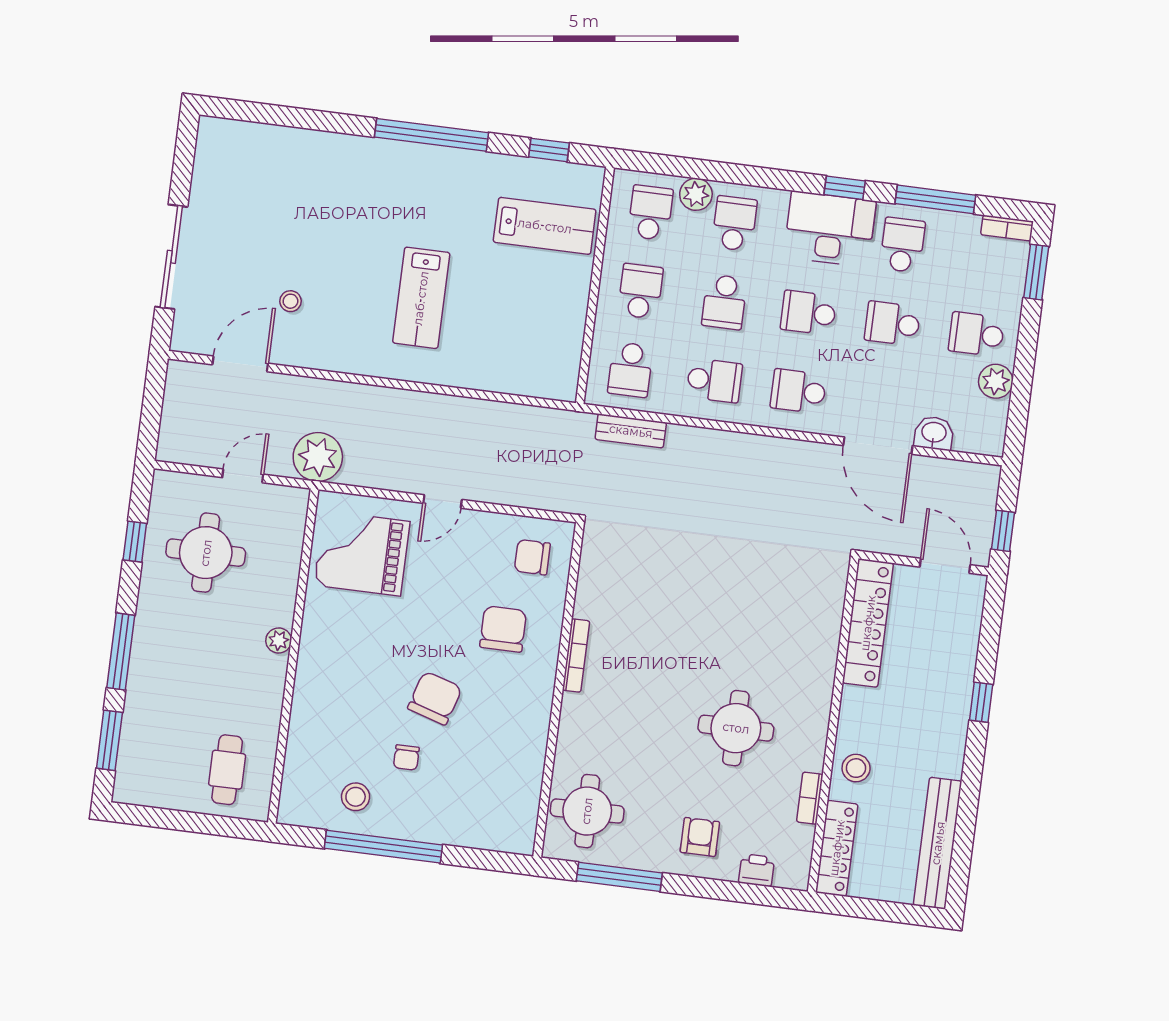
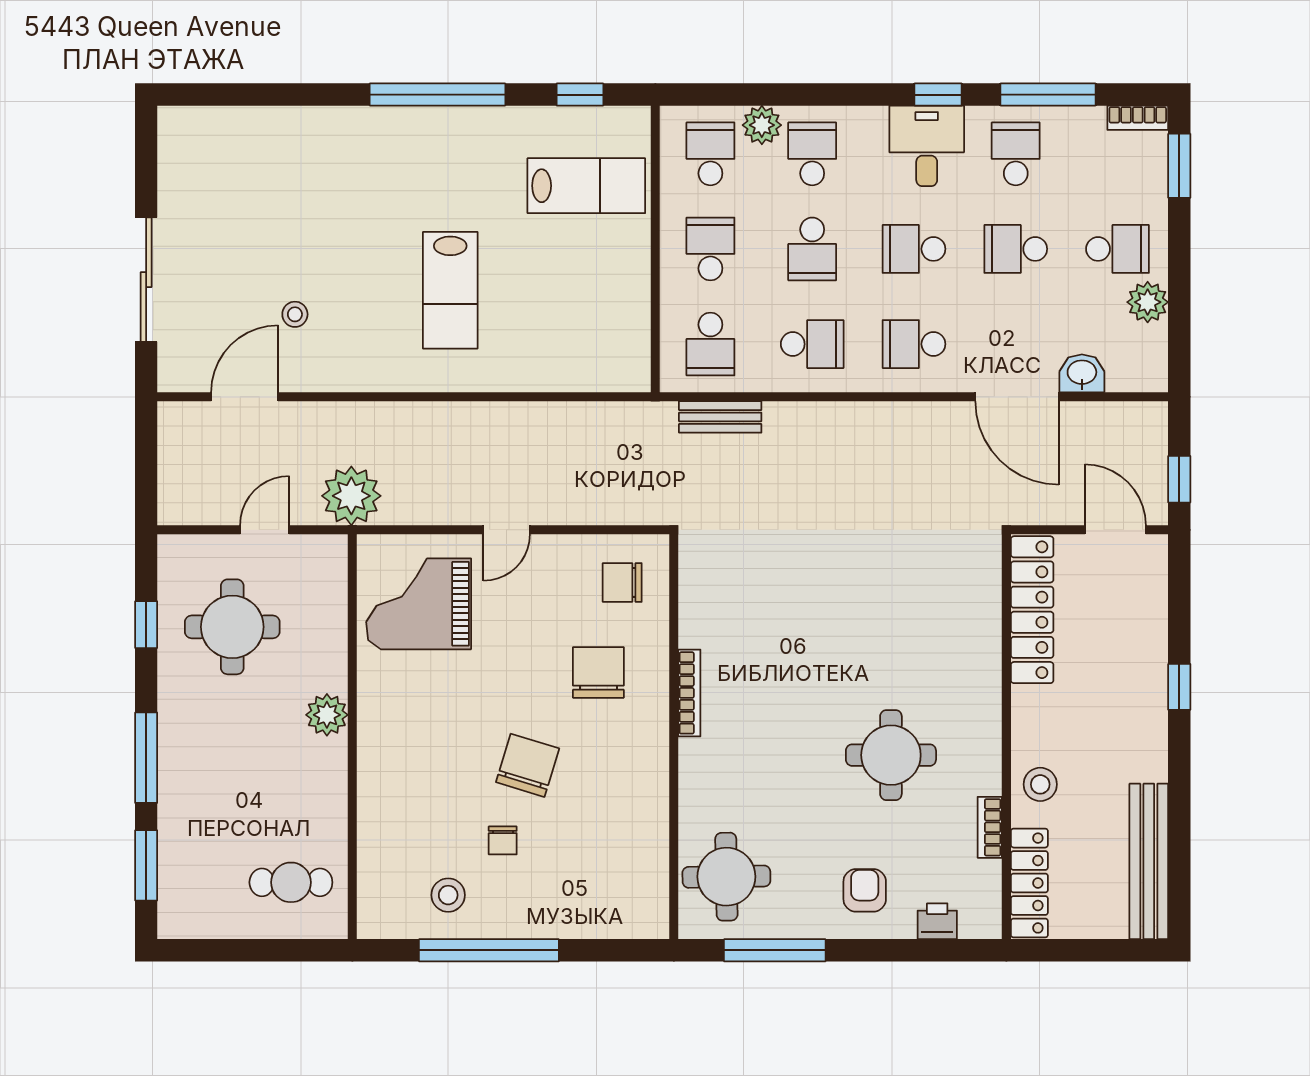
desk: (830, 229) -> (927, 146), width x0.73
school desk: (976, 334) -> (1118, 249), turned 180
plant: (279, 641) -> (327, 715), width x1.38, depth x1.38
cafe table: (227, 770) -> (291, 882), turned 90

